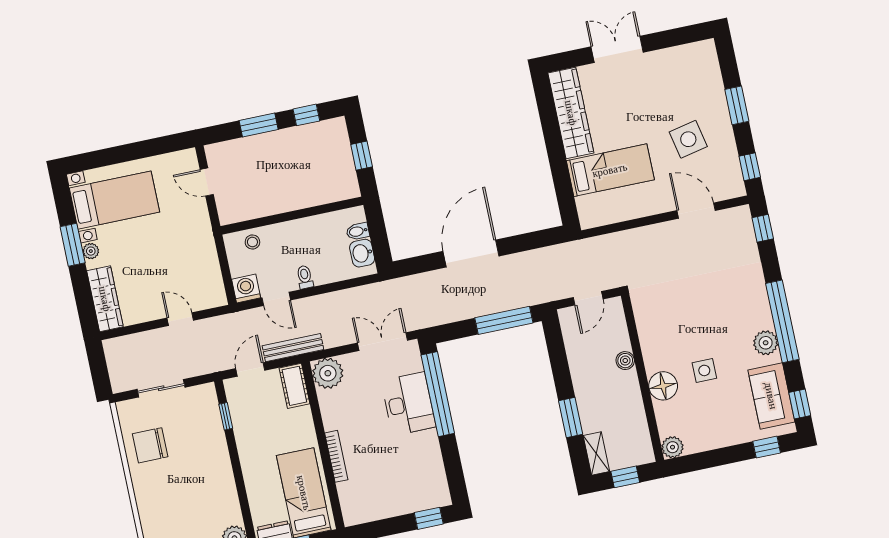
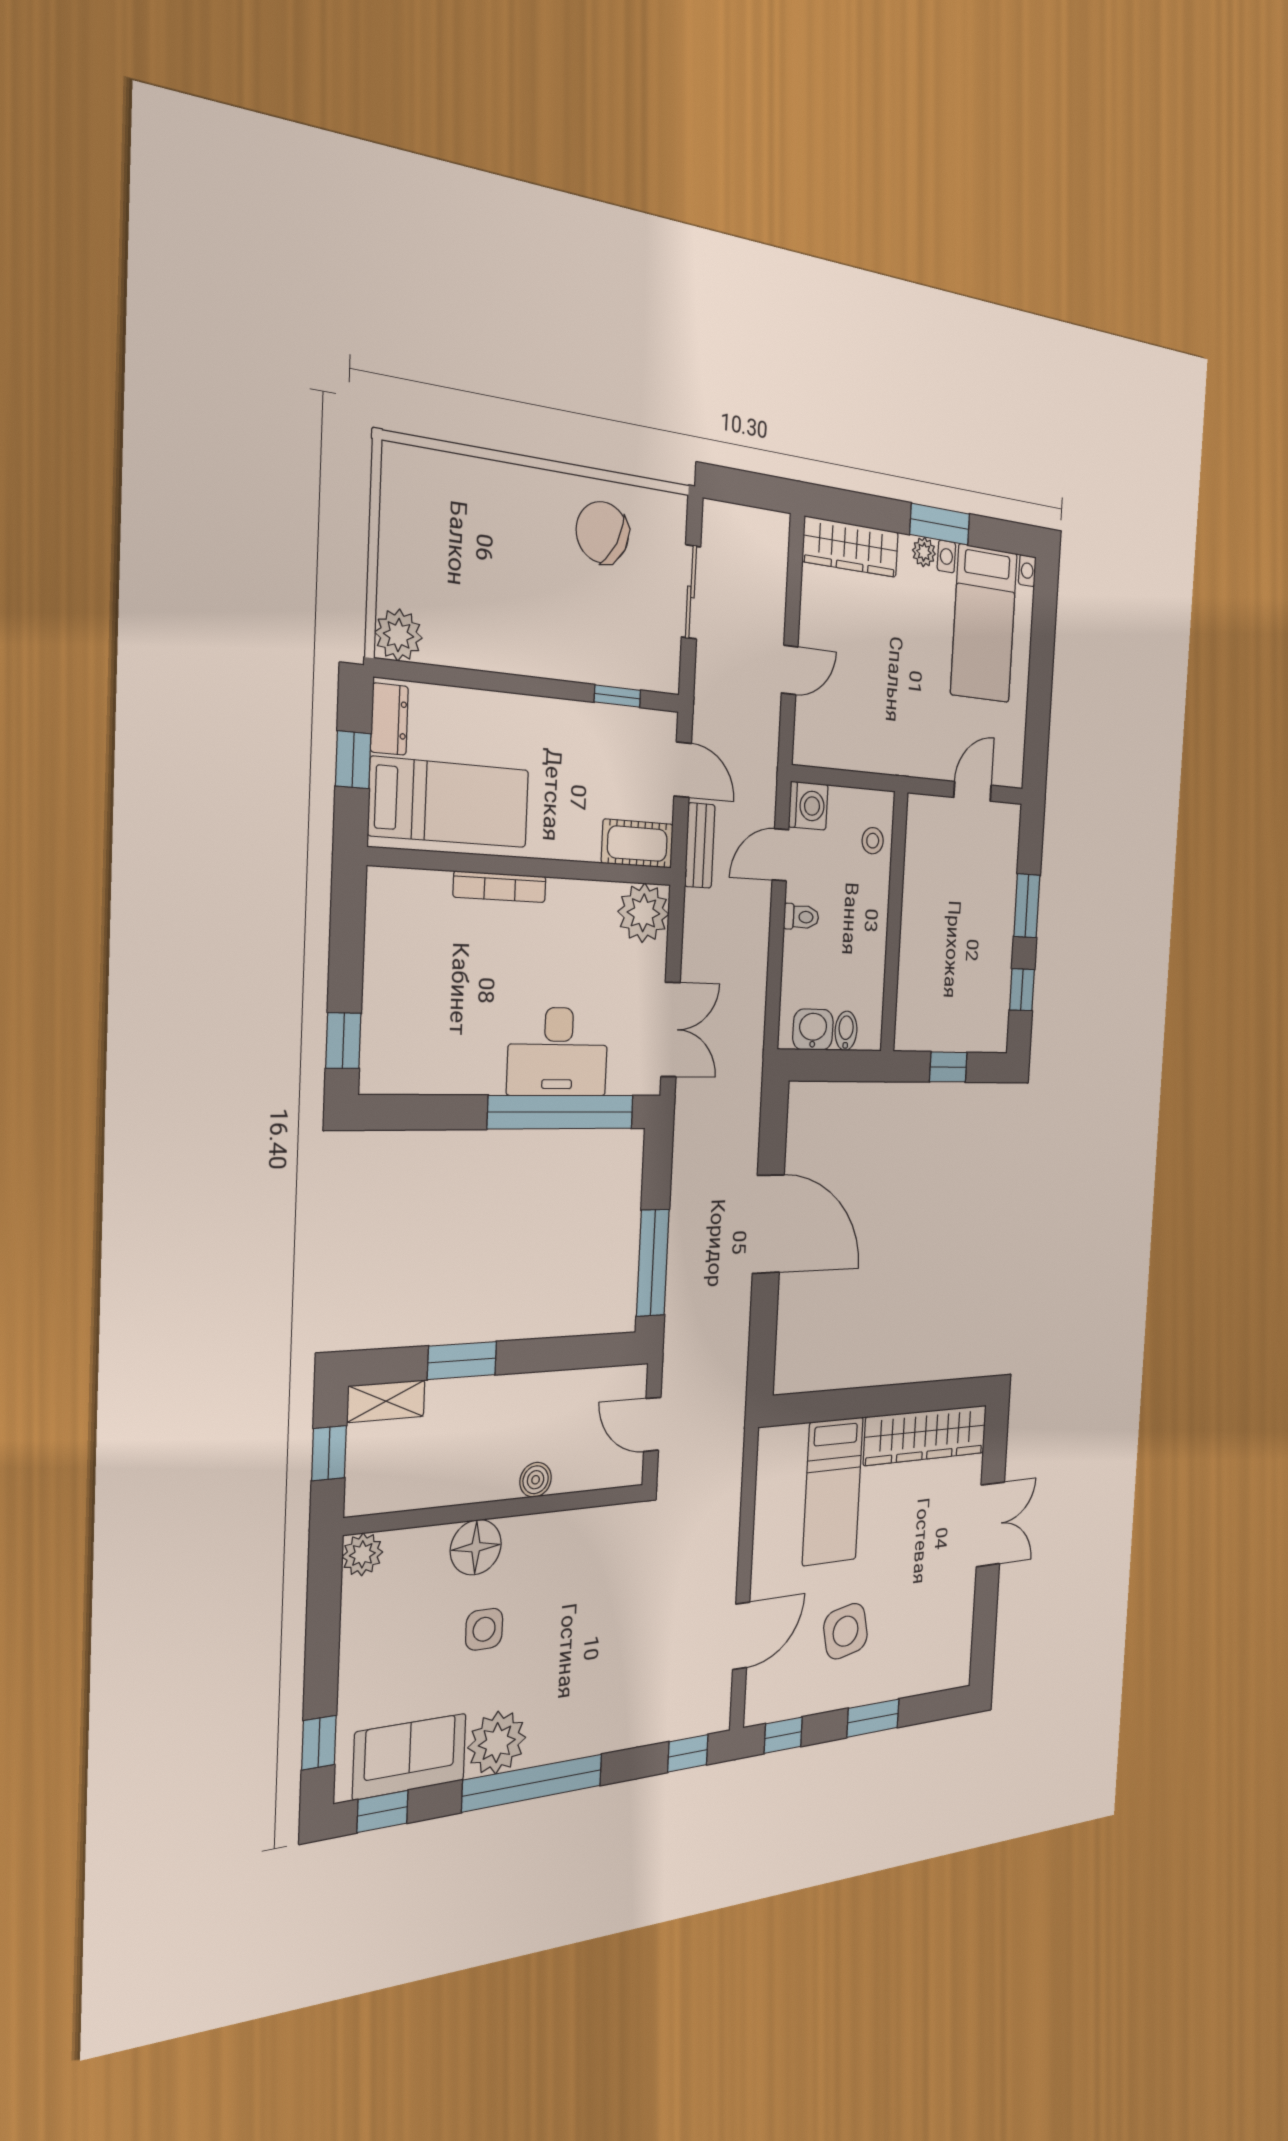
plant: (766, 343) -> (497, 1743), width x1.36, depth x1.36
bench: (293, 348) -> (700, 846), width x0.73
chair: (150, 445) -> (602, 532), turned -64

